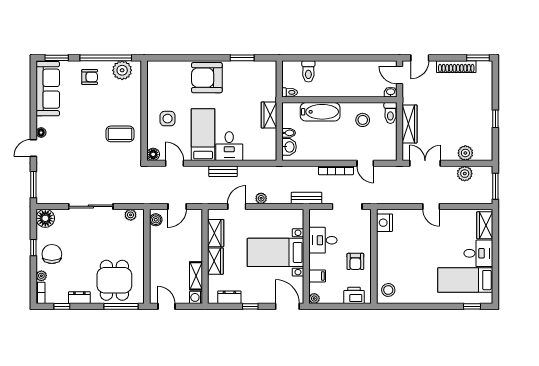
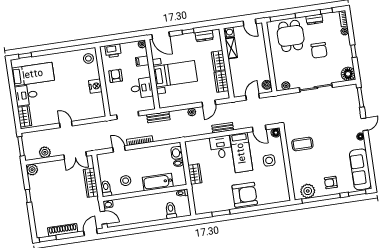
plant: (465, 153) -> (32, 170), moved
nightstand: (384, 223) -> (95, 86), moved
chair: (52, 254) -> (319, 50), moved

